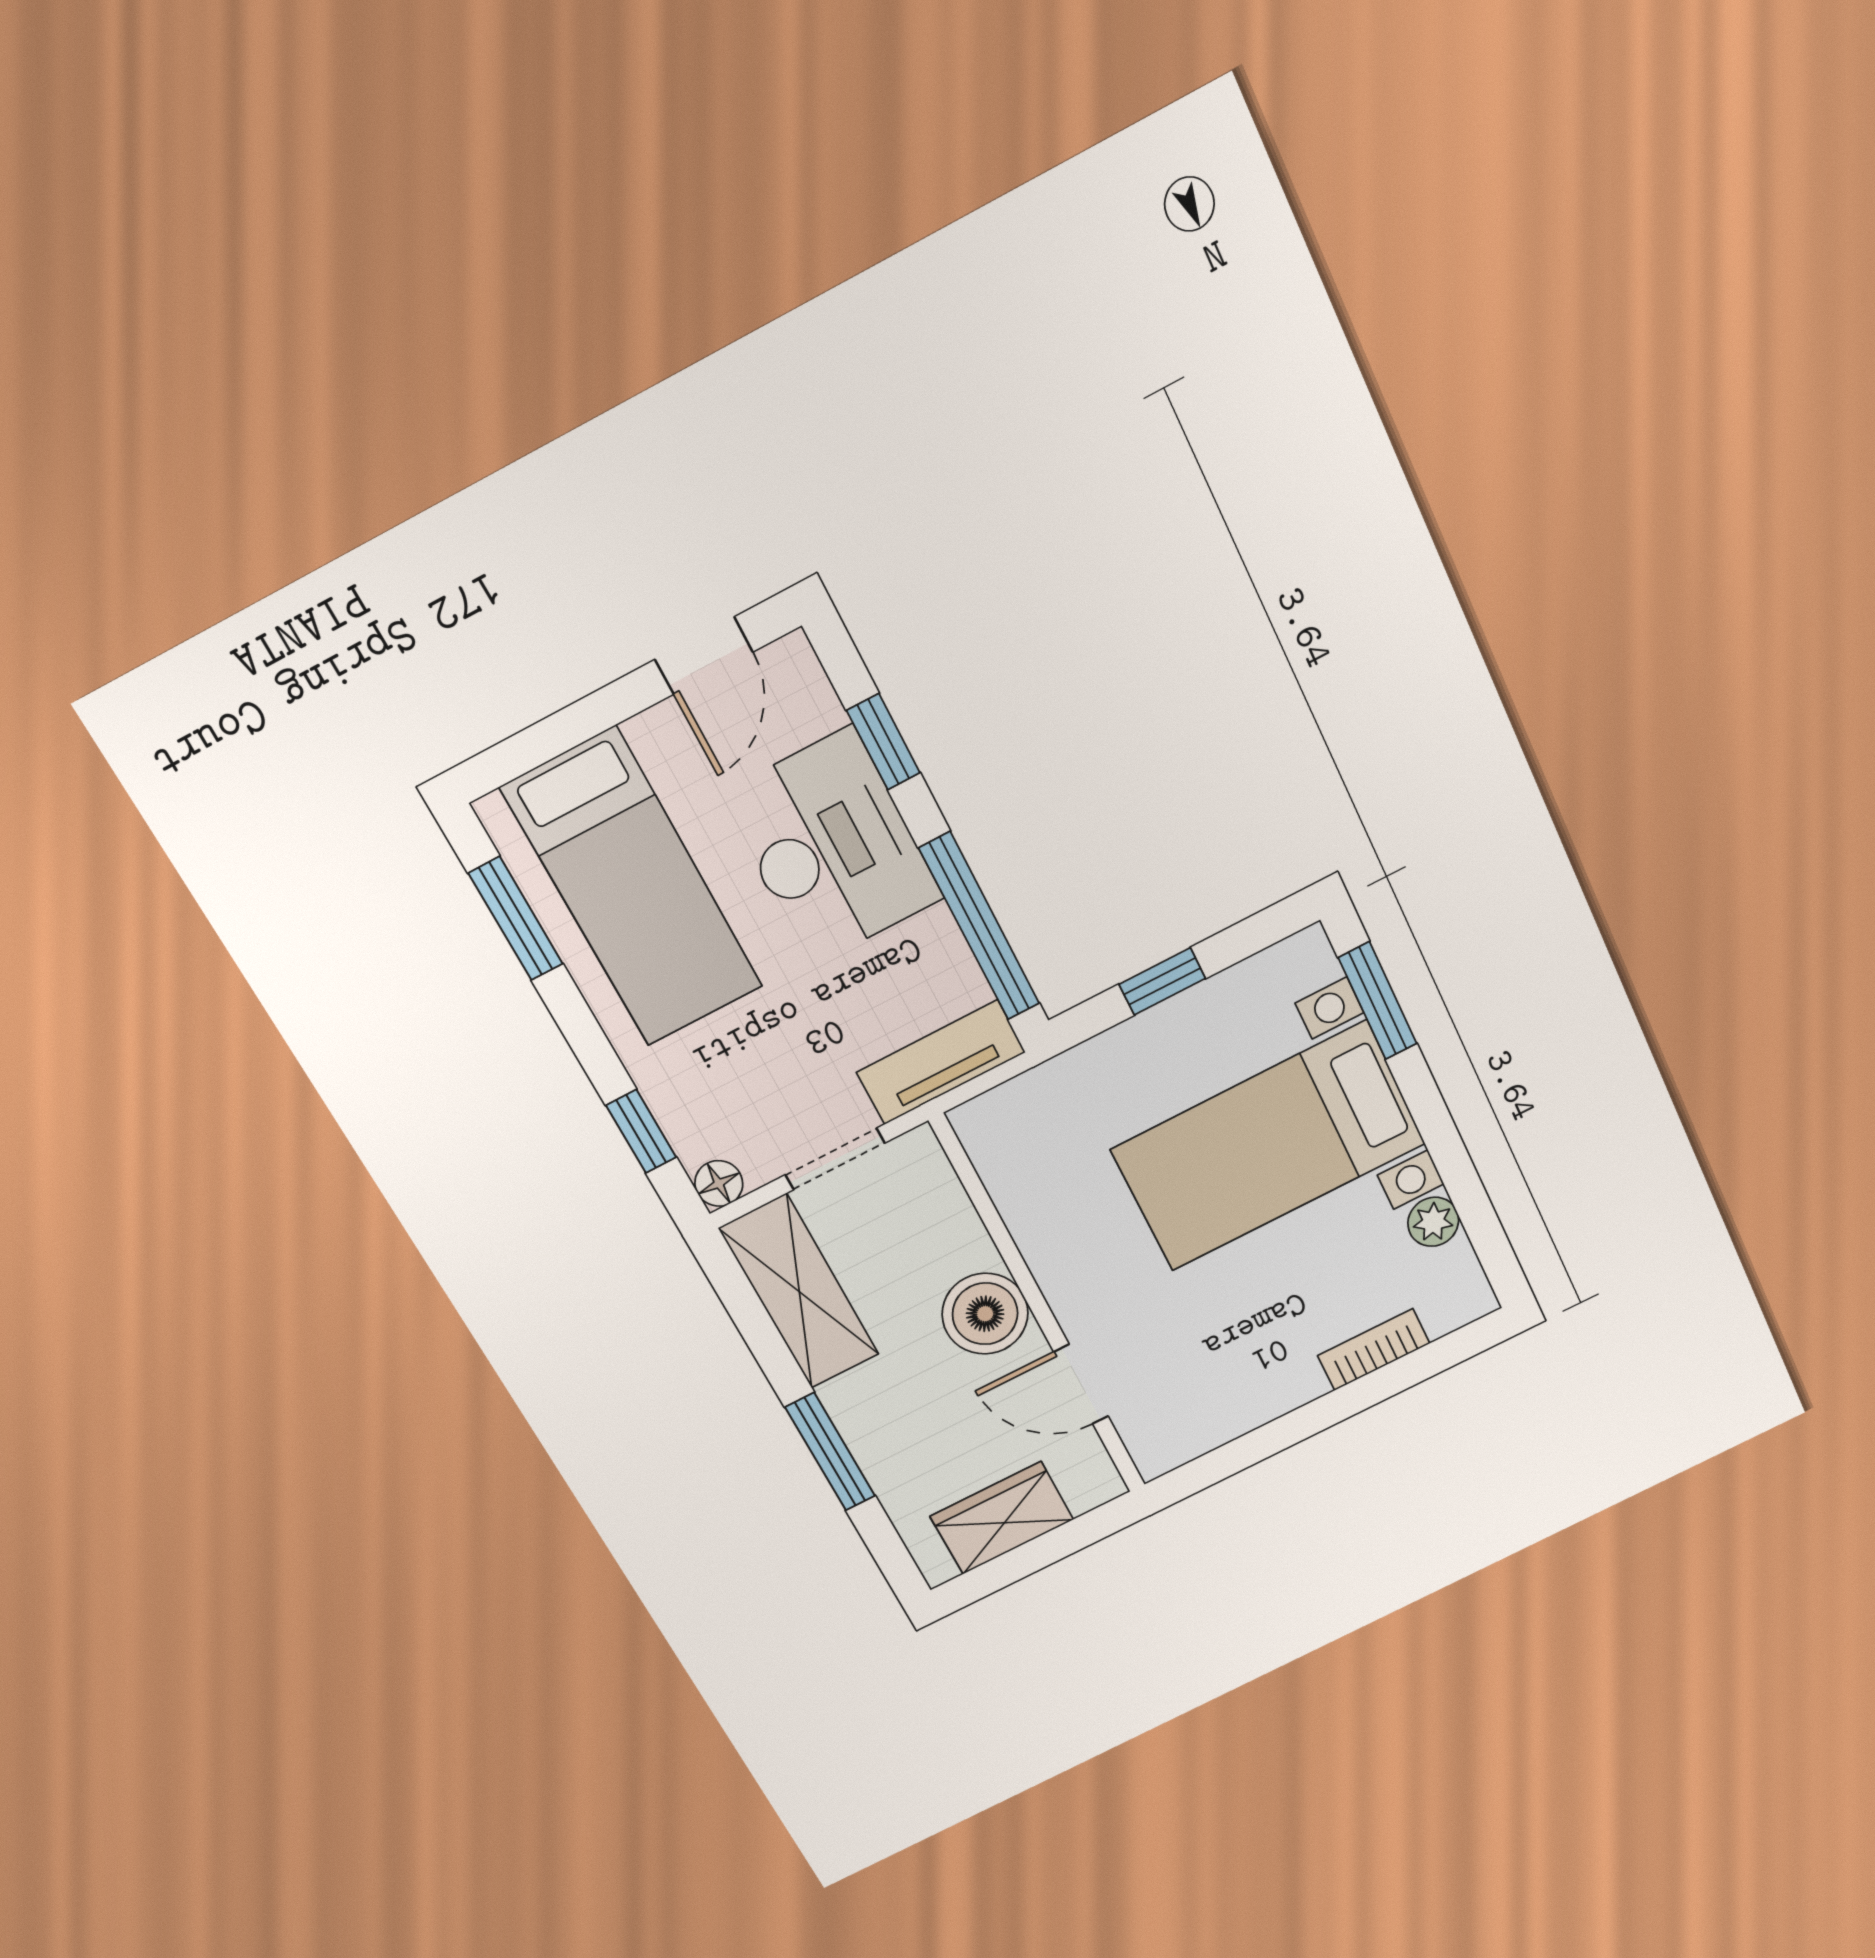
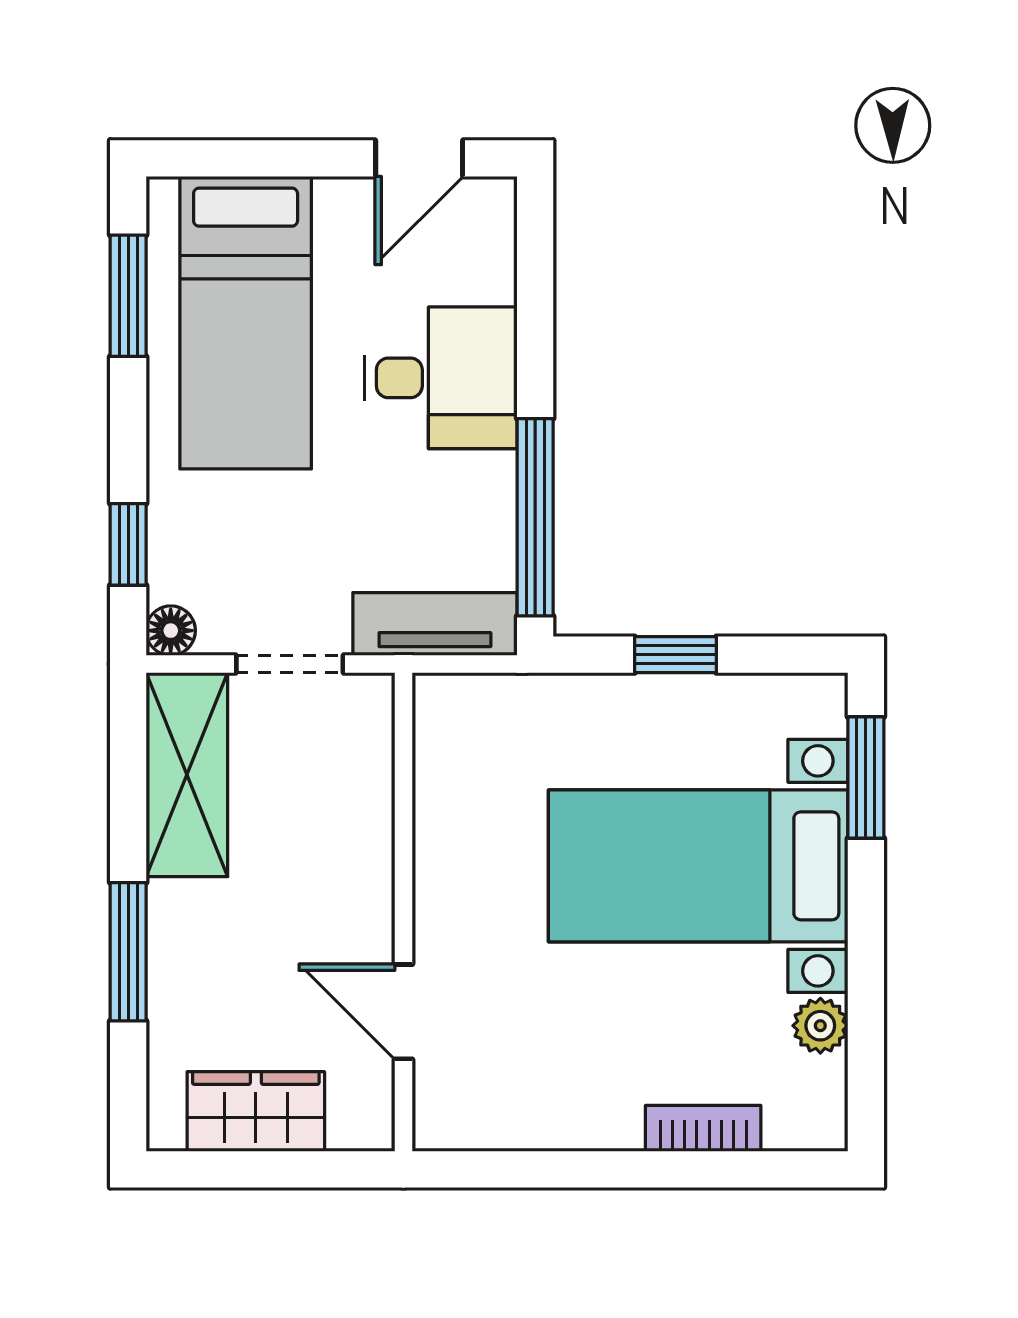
window: (883, 742) -> (535, 310), removed
desk: (832, 847) -> (441, 378), width x0.73
boiler: (985, 1314) -> (349, 890), removed

